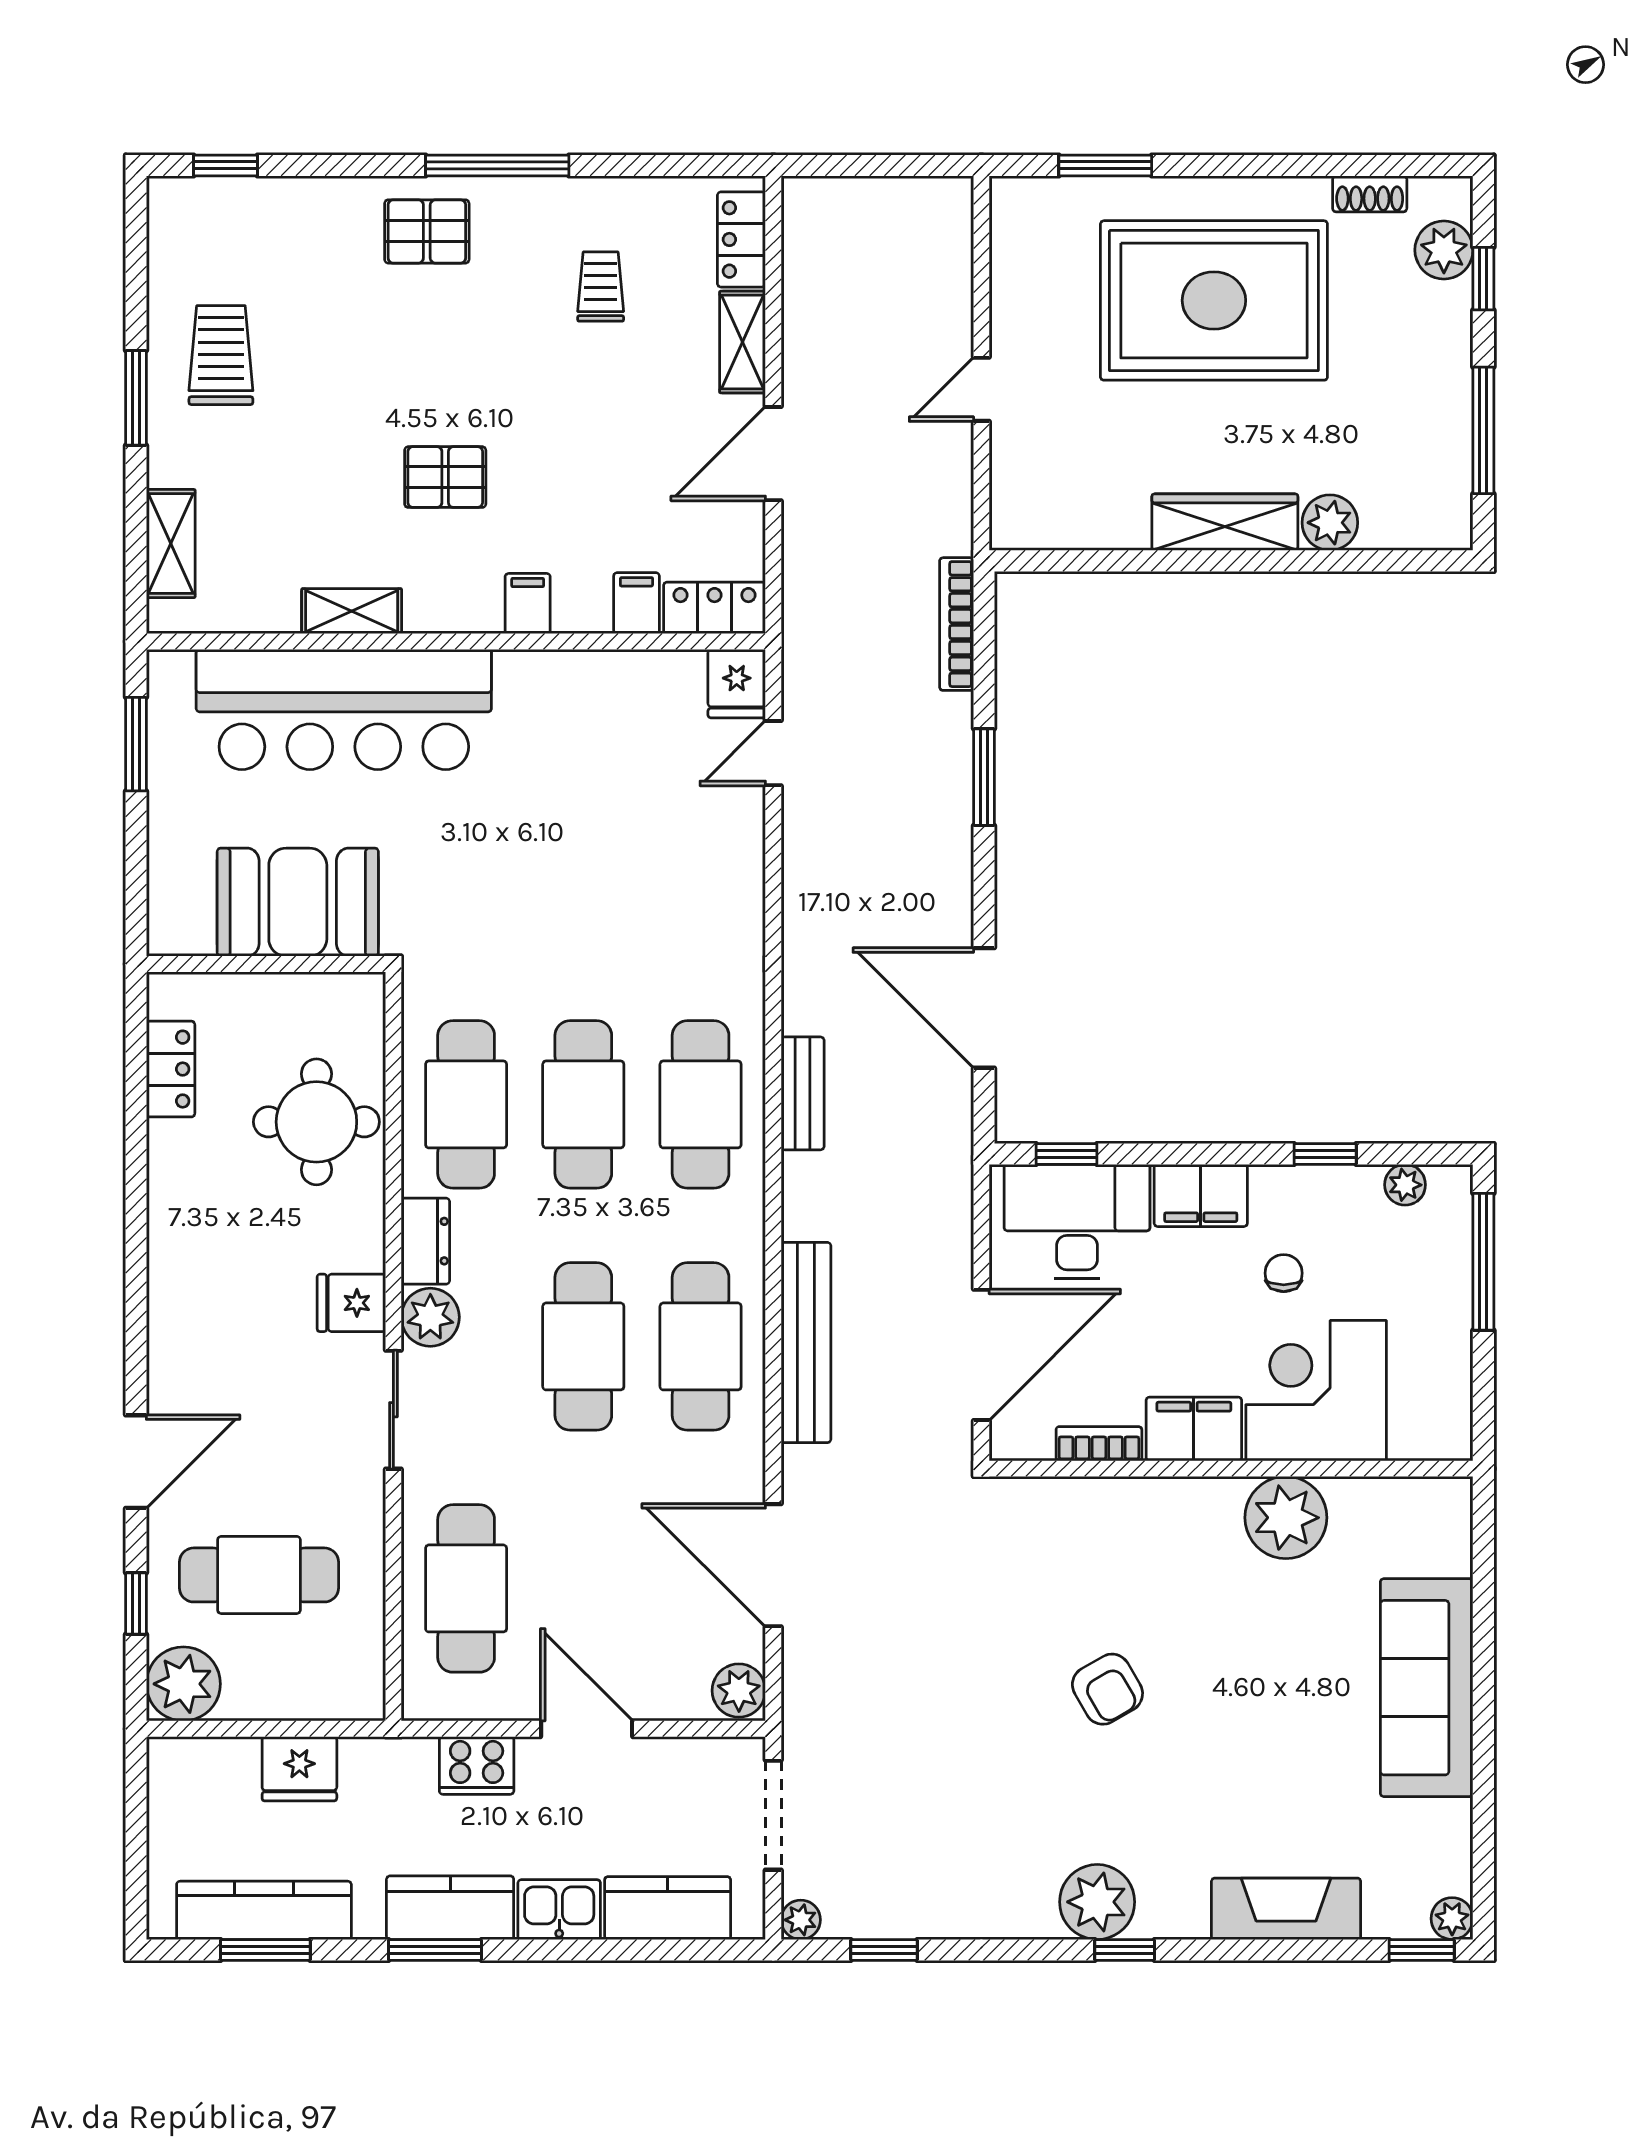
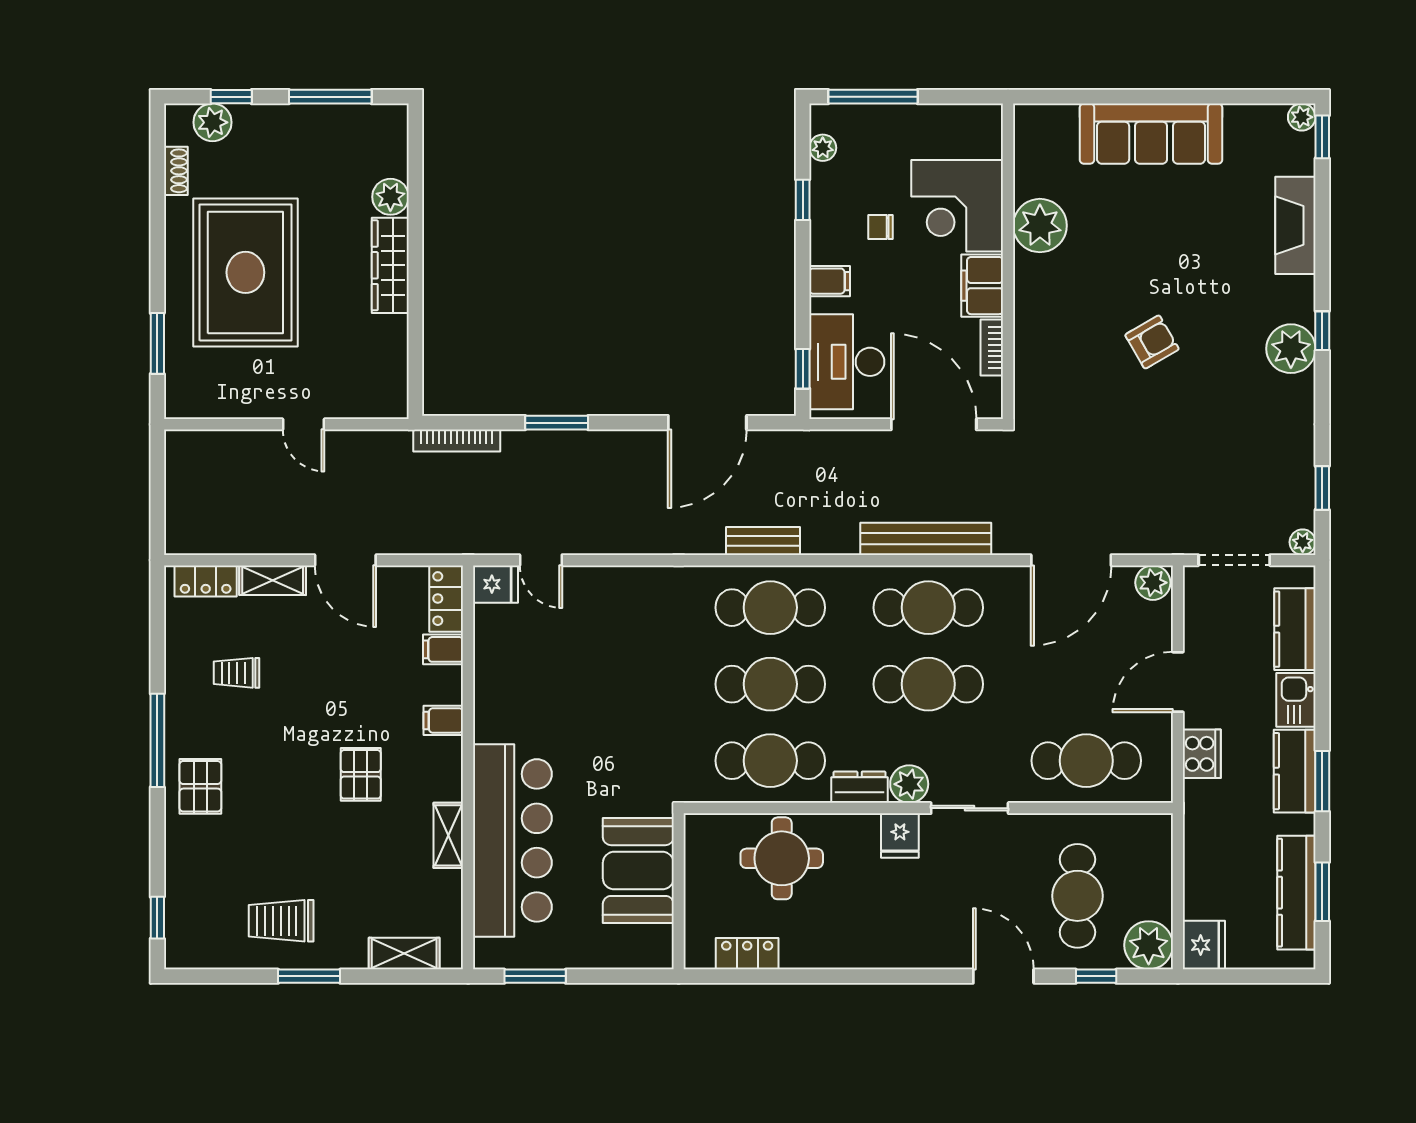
filing cabinet: (1201, 1195) -> (830, 281), width x0.50
fridge: (299, 1769) -> (1204, 945), moved

